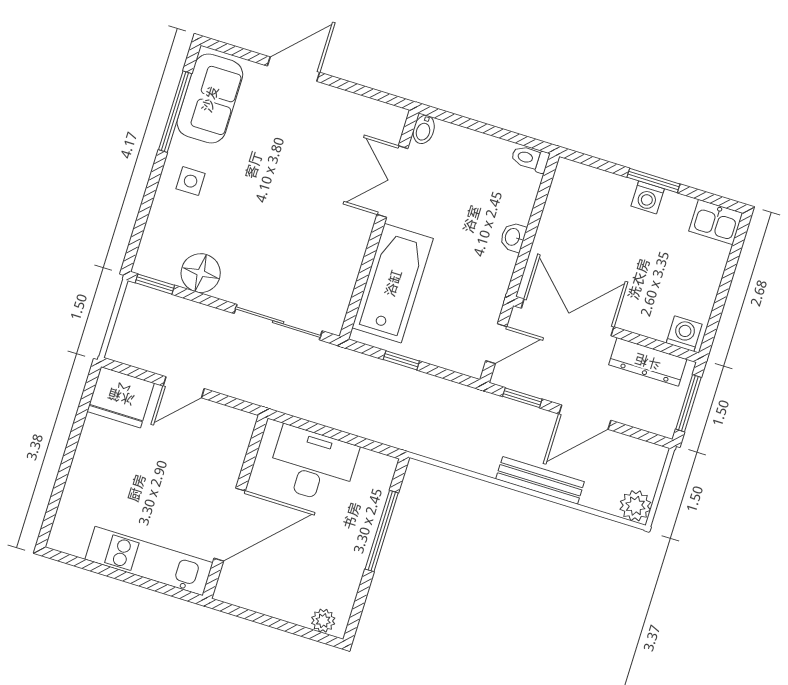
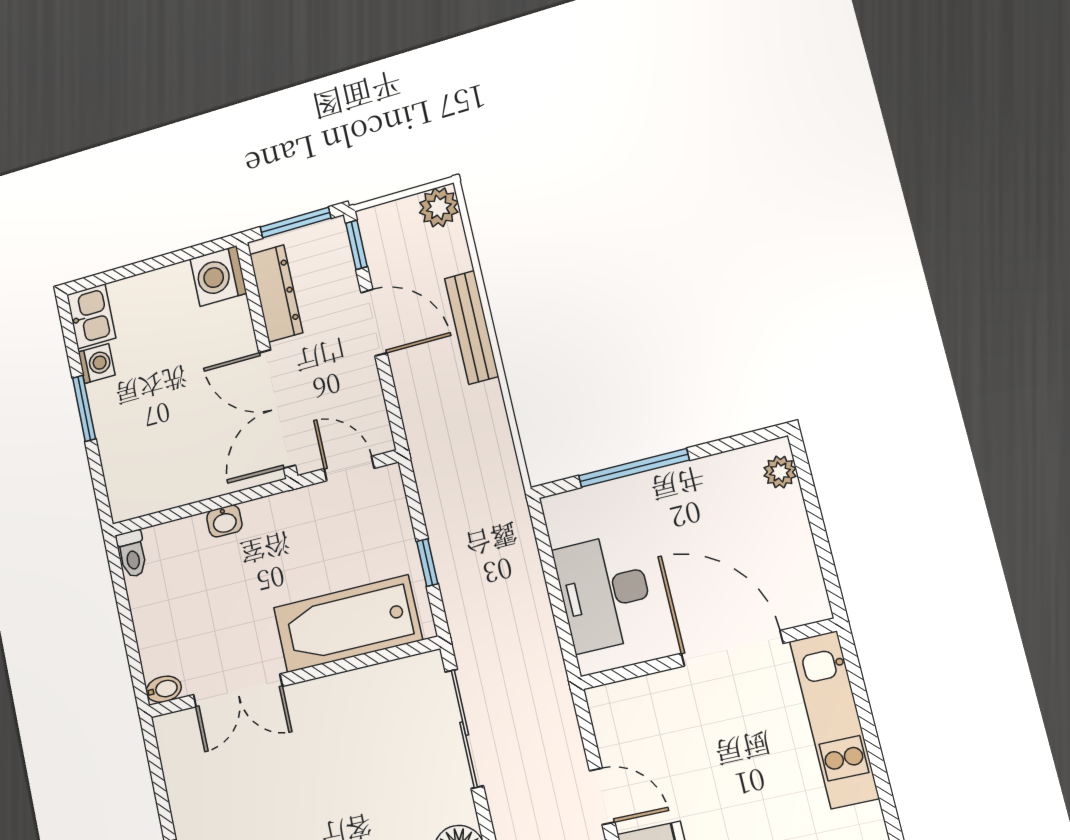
washing machine: (648, 197) -> (97, 363), moved
washing machine: (684, 334) -> (218, 276), width x1.38, depth x1.38
window: (522, 398) -> (356, 245), moved

